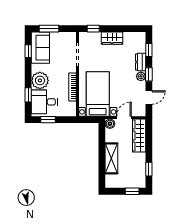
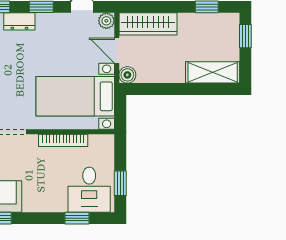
plant: (141, 76) -> (106, 21), moved
plant: (40, 80) -> (52, 197), removed
shelving: (111, 158) -> (213, 72), moved

